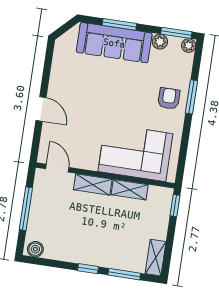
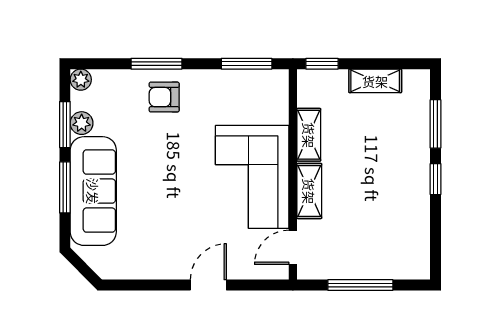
window: (176, 33) -> (65, 125), moved
corner sofa: (135, 153) -> (252, 177), moved
window: (183, 156) -> (247, 64), added
boiler: (35, 249) -> (418, 262), removed
shelving: (156, 258) -> (375, 81), moved

